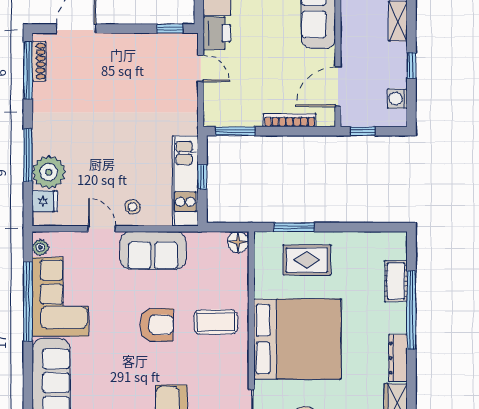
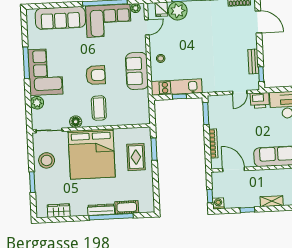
bench: (146, 41) -> (253, 61), added
washing machine: (397, 99) -> (218, 203), moved
window: (363, 131) -> (210, 196), moved
door: (102, 229) -> (147, 27), moved
floor lamp: (238, 242) -> (76, 122), moved
armchair: (156, 325) -> (96, 75), turned -90
dresser: (398, 358) -> (101, 210), moved

